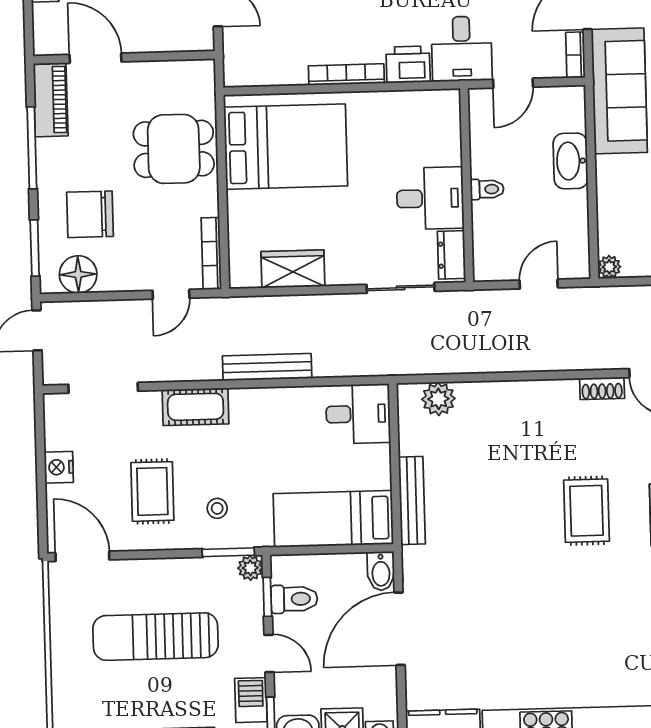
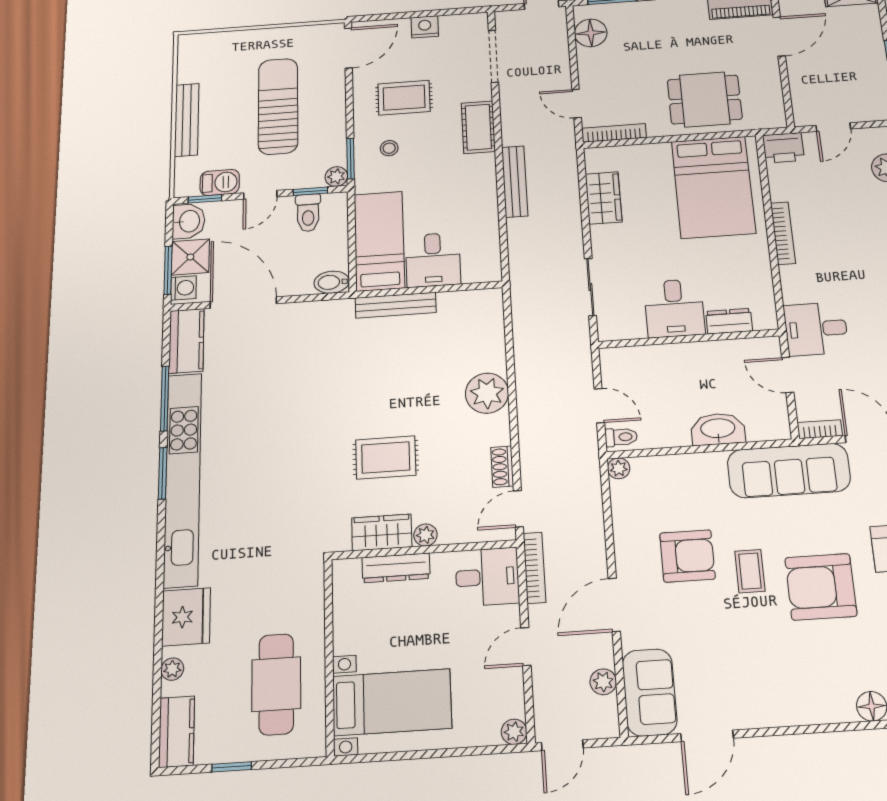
printer: (408, 64) -> (783, 148), moved, turned 90
dining table: (174, 149) -> (705, 99), turned 90
toilet: (487, 189) -> (621, 437), moved, turned -90
chair: (90, 214) -> (643, 39), removed
dresser: (451, 255) -> (729, 321), moved
plant: (438, 399) -> (487, 393), moved, width x1.36, depth x1.36
desk: (358, 414) -> (433, 260), moved
door: (400, 629) -> (243, 303), moved

